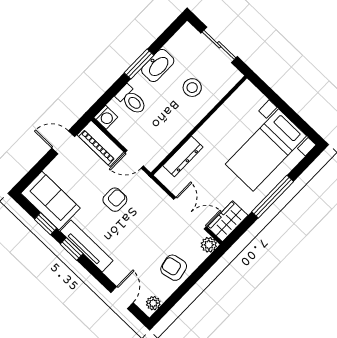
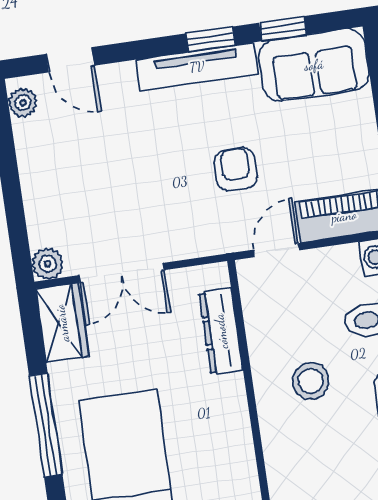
stool: (192, 88) -> (311, 381), moved
armchair: (115, 200) -> (236, 169), turned 180
armchair: (174, 268) -> (54, 179), removed

